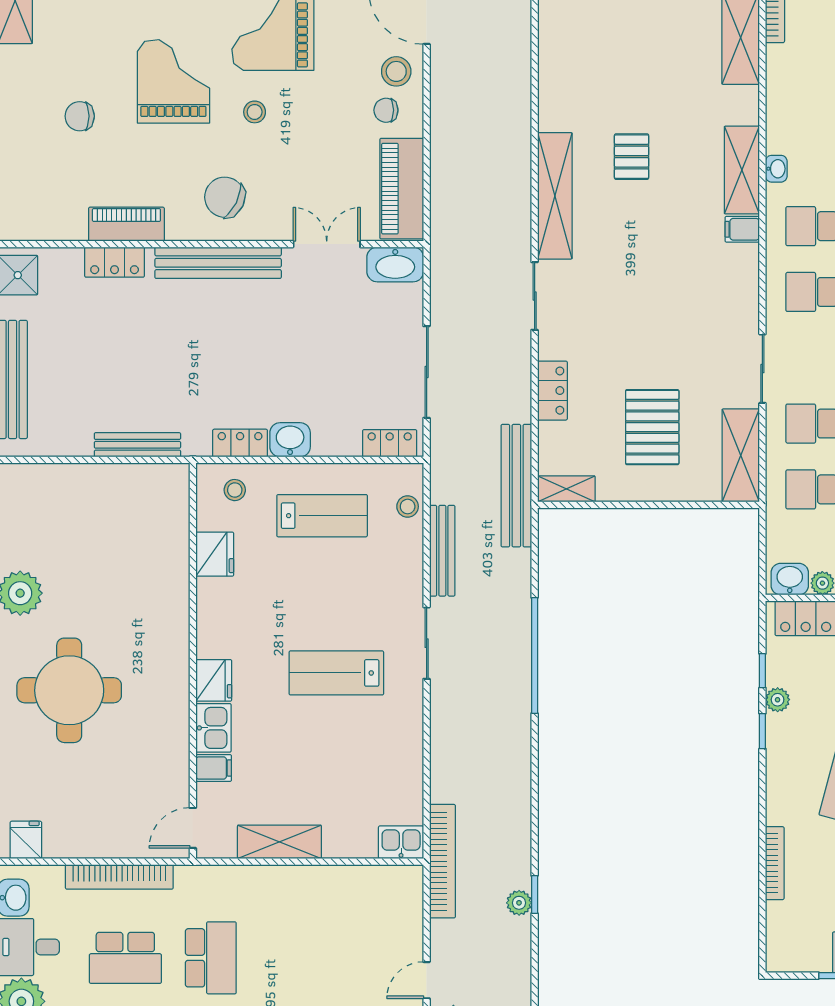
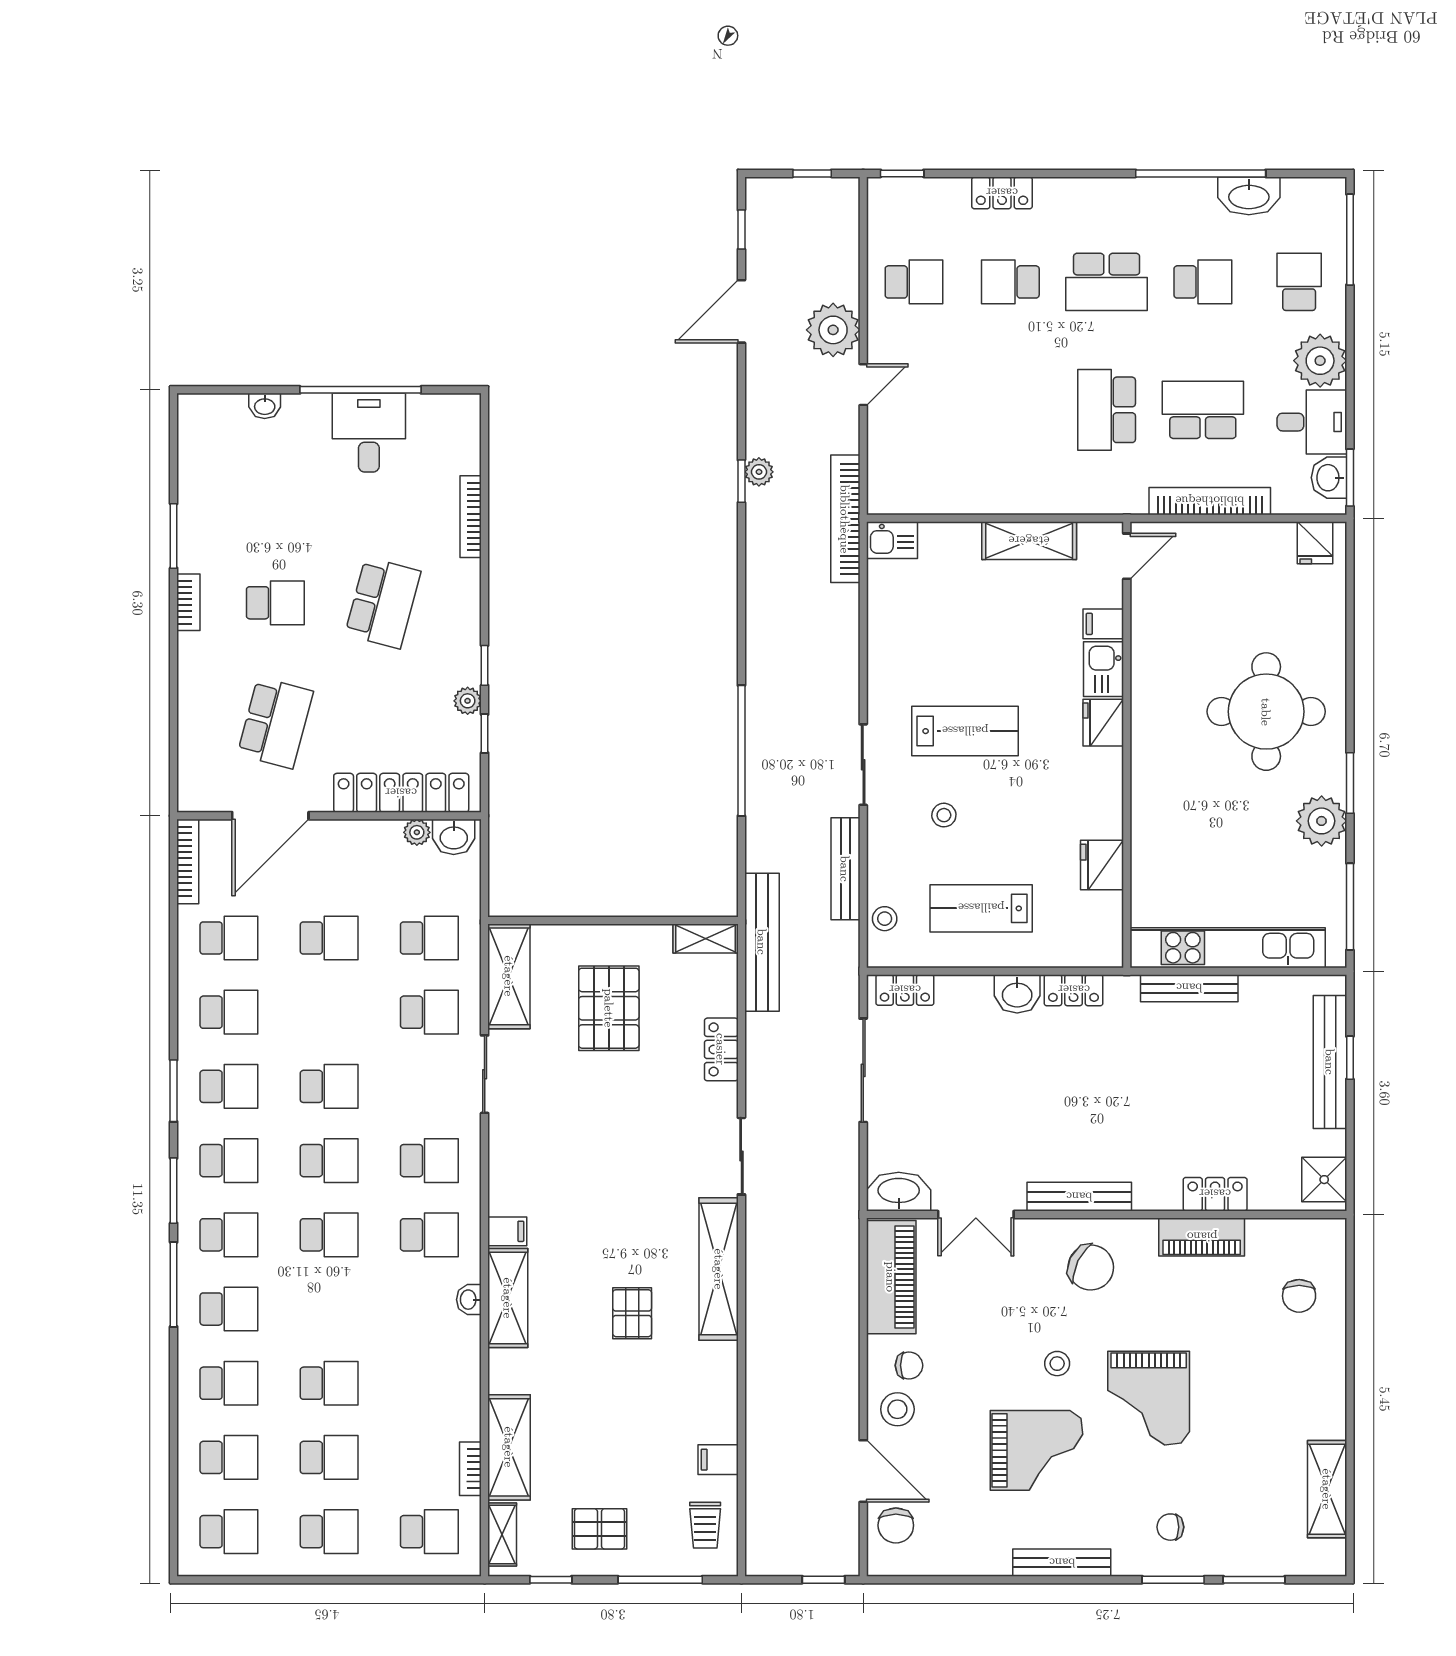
filing cabinet: (555, 27) -> (718, 1460), added
chair: (80, 116) -> (1299, 1296), moved, turned 90
bench: (218, 263) -> (1079, 1197), width x0.73, depth x0.82
kitchen unit: (103, 481) -> (1228, 948), added
stool: (235, 490) -> (944, 815), moved

